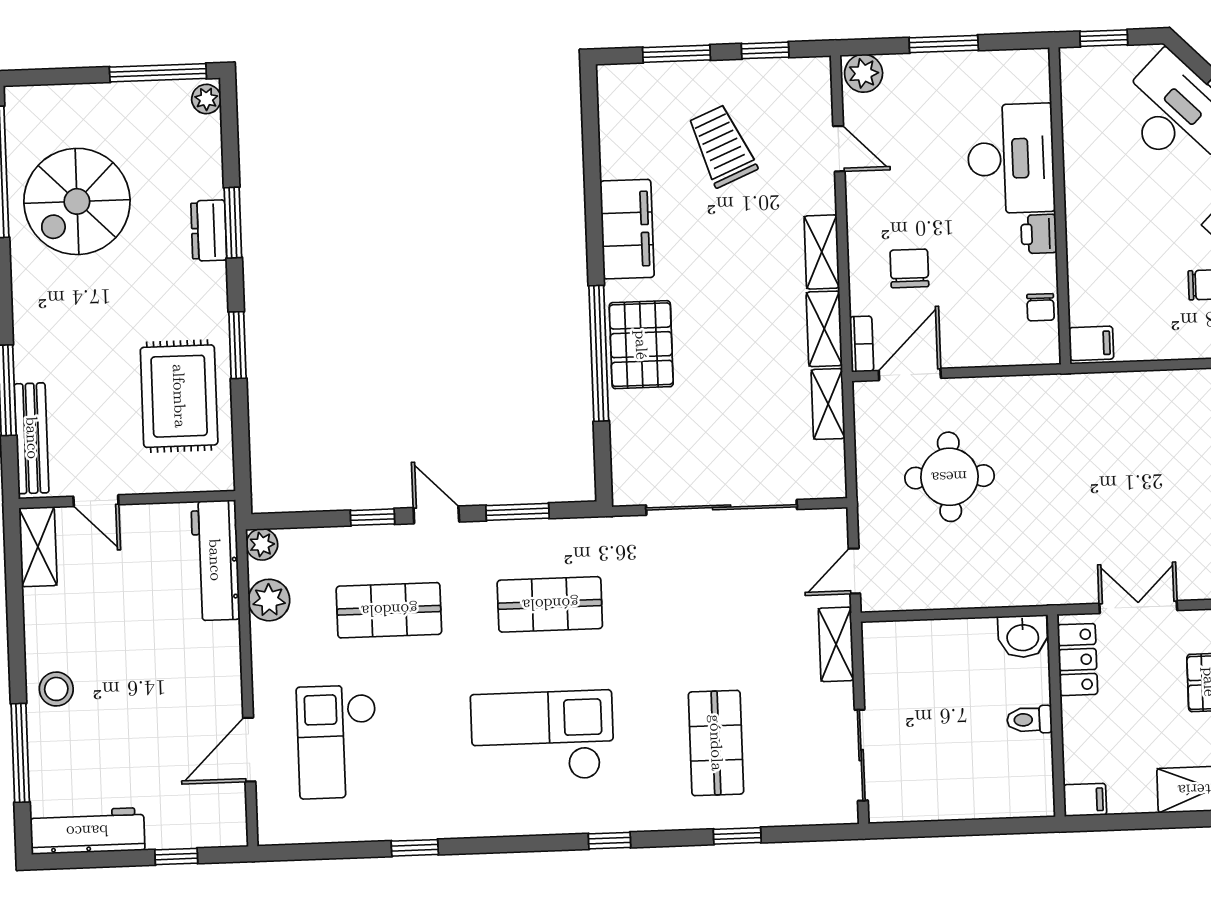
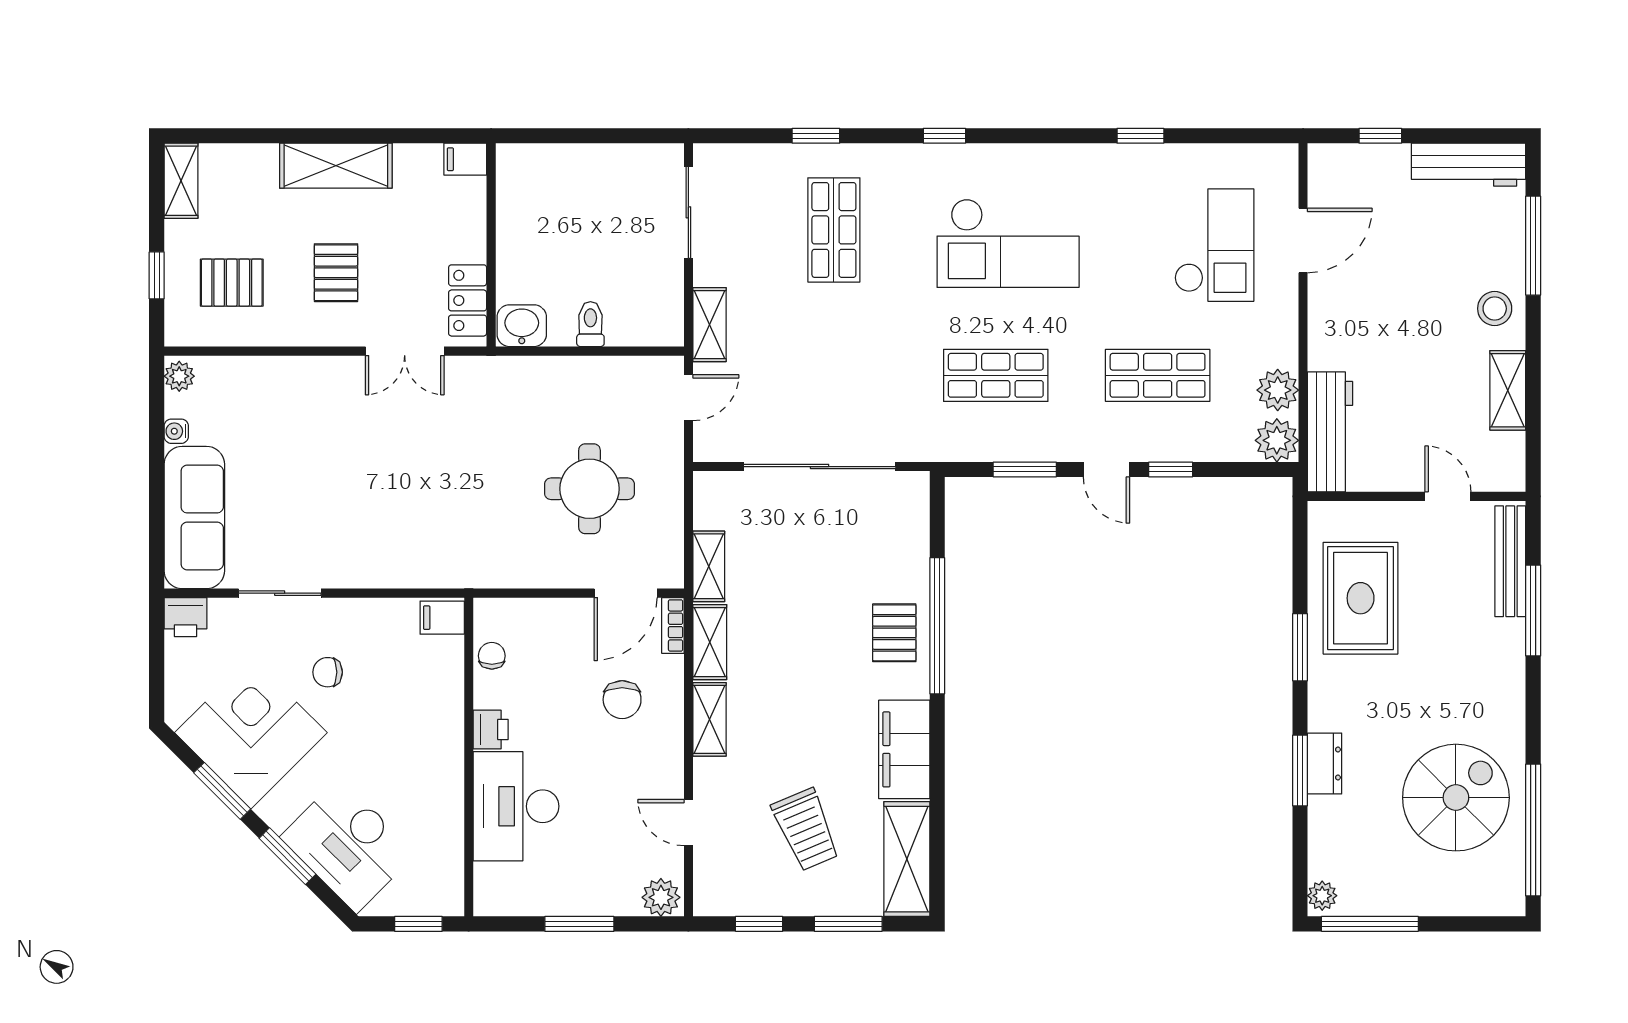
shelving: (620, 120) -> (907, 859), added
pallet: (641, 345) -> (894, 633), width x0.67, depth x0.71
plant: (262, 544) -> (1277, 440), width x1.38, depth x1.38
shelving: (38, 547) -> (1508, 390), moved
toilet: (1030, 720) -> (590, 324), moved, turned -90

